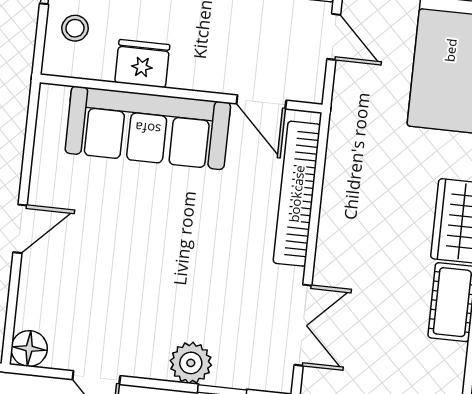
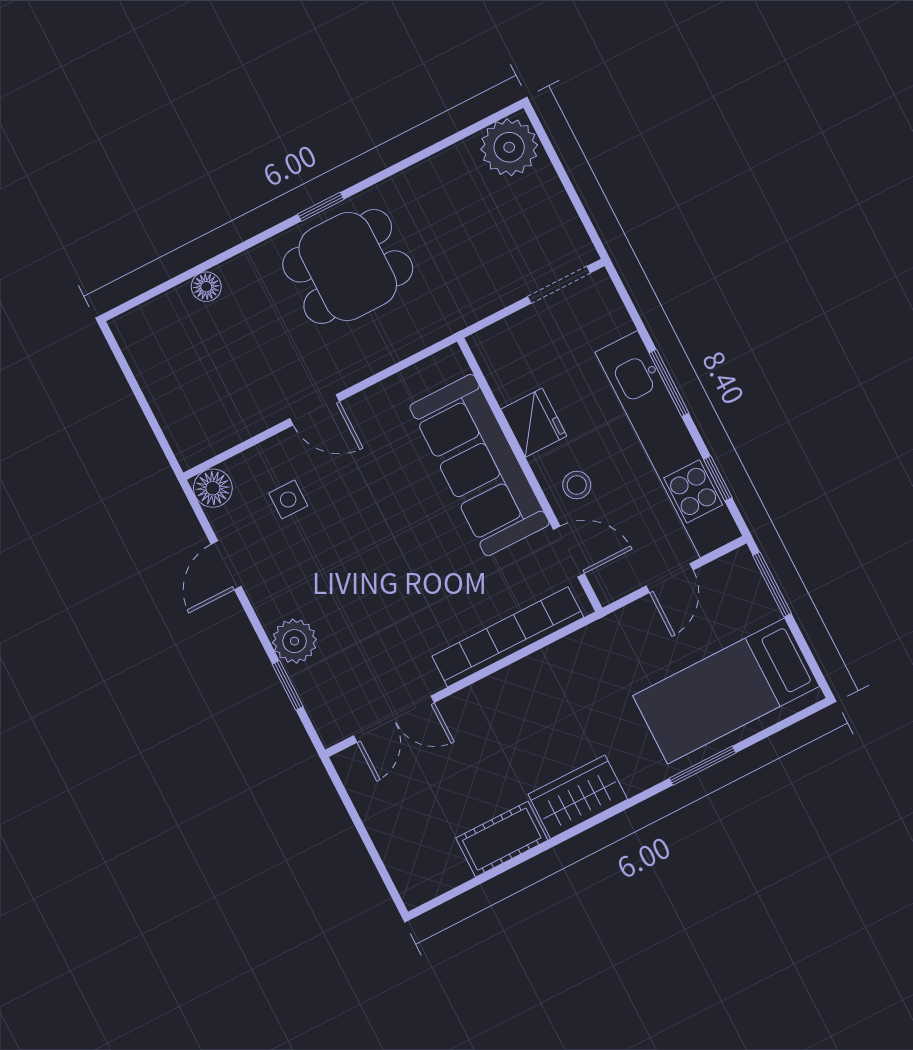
stool: (75, 28) -> (577, 485), moved
door: (261, 102) -> (569, 551), swing flipped
side table: (77, 295) -> (288, 500), added

